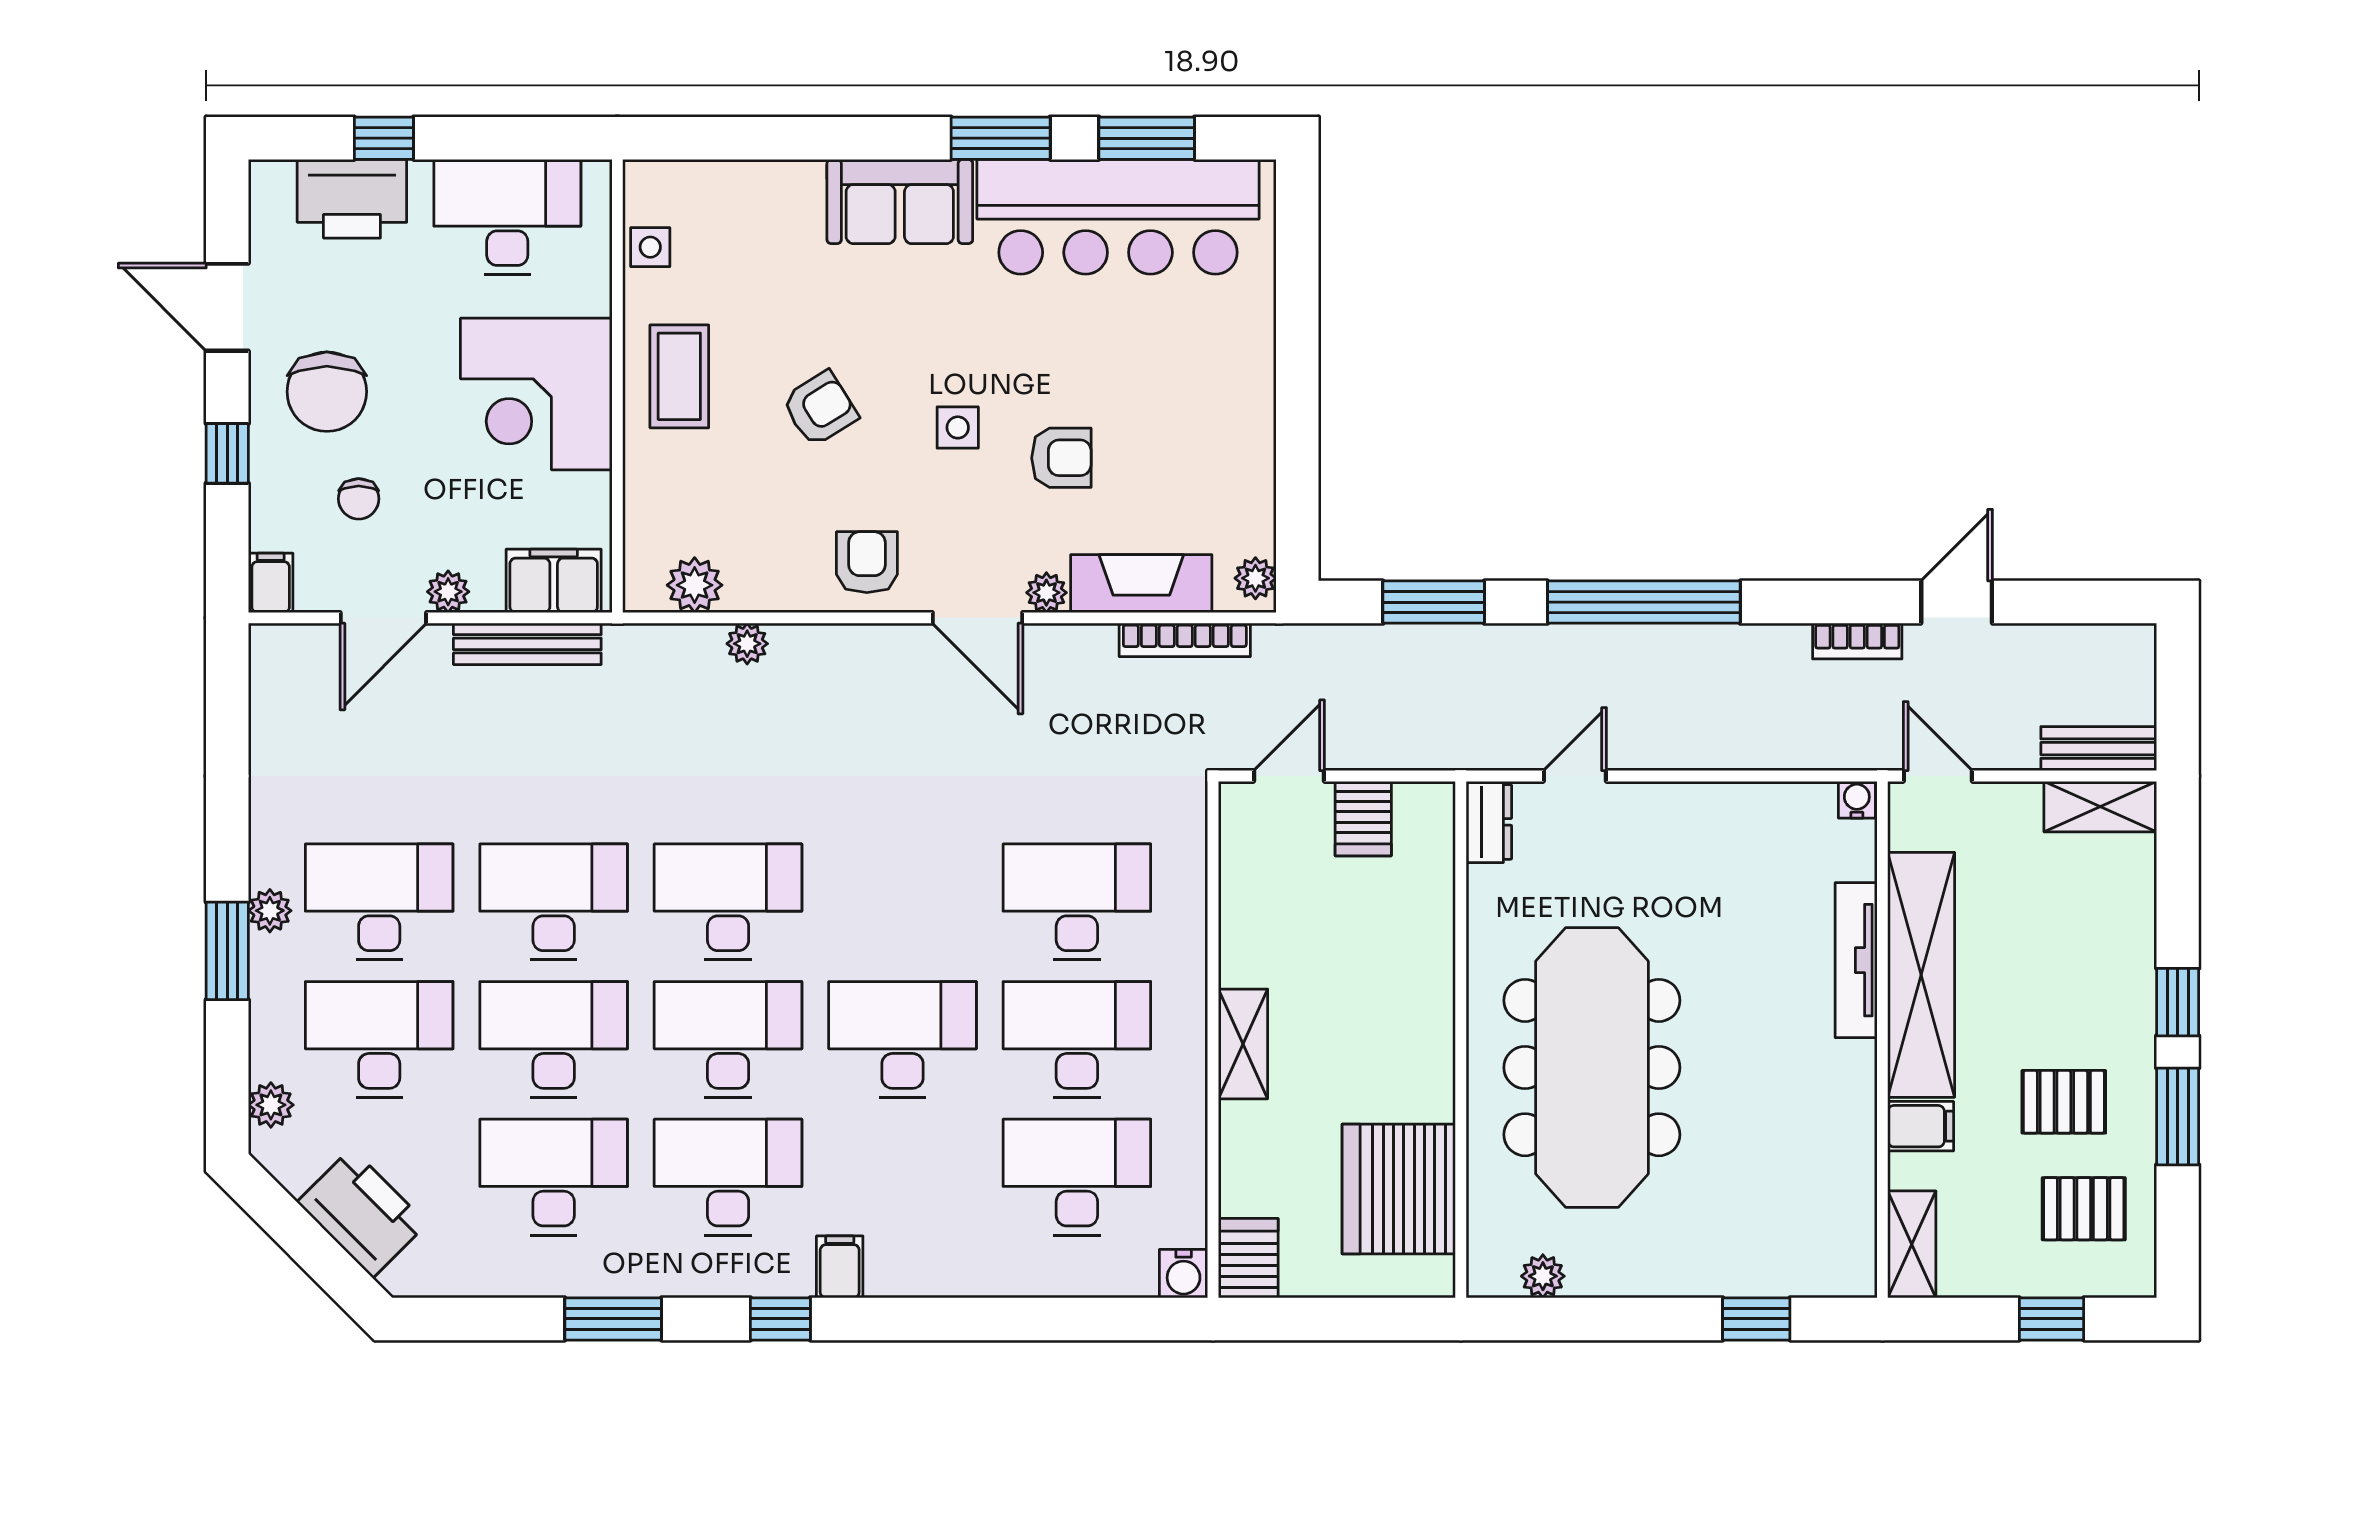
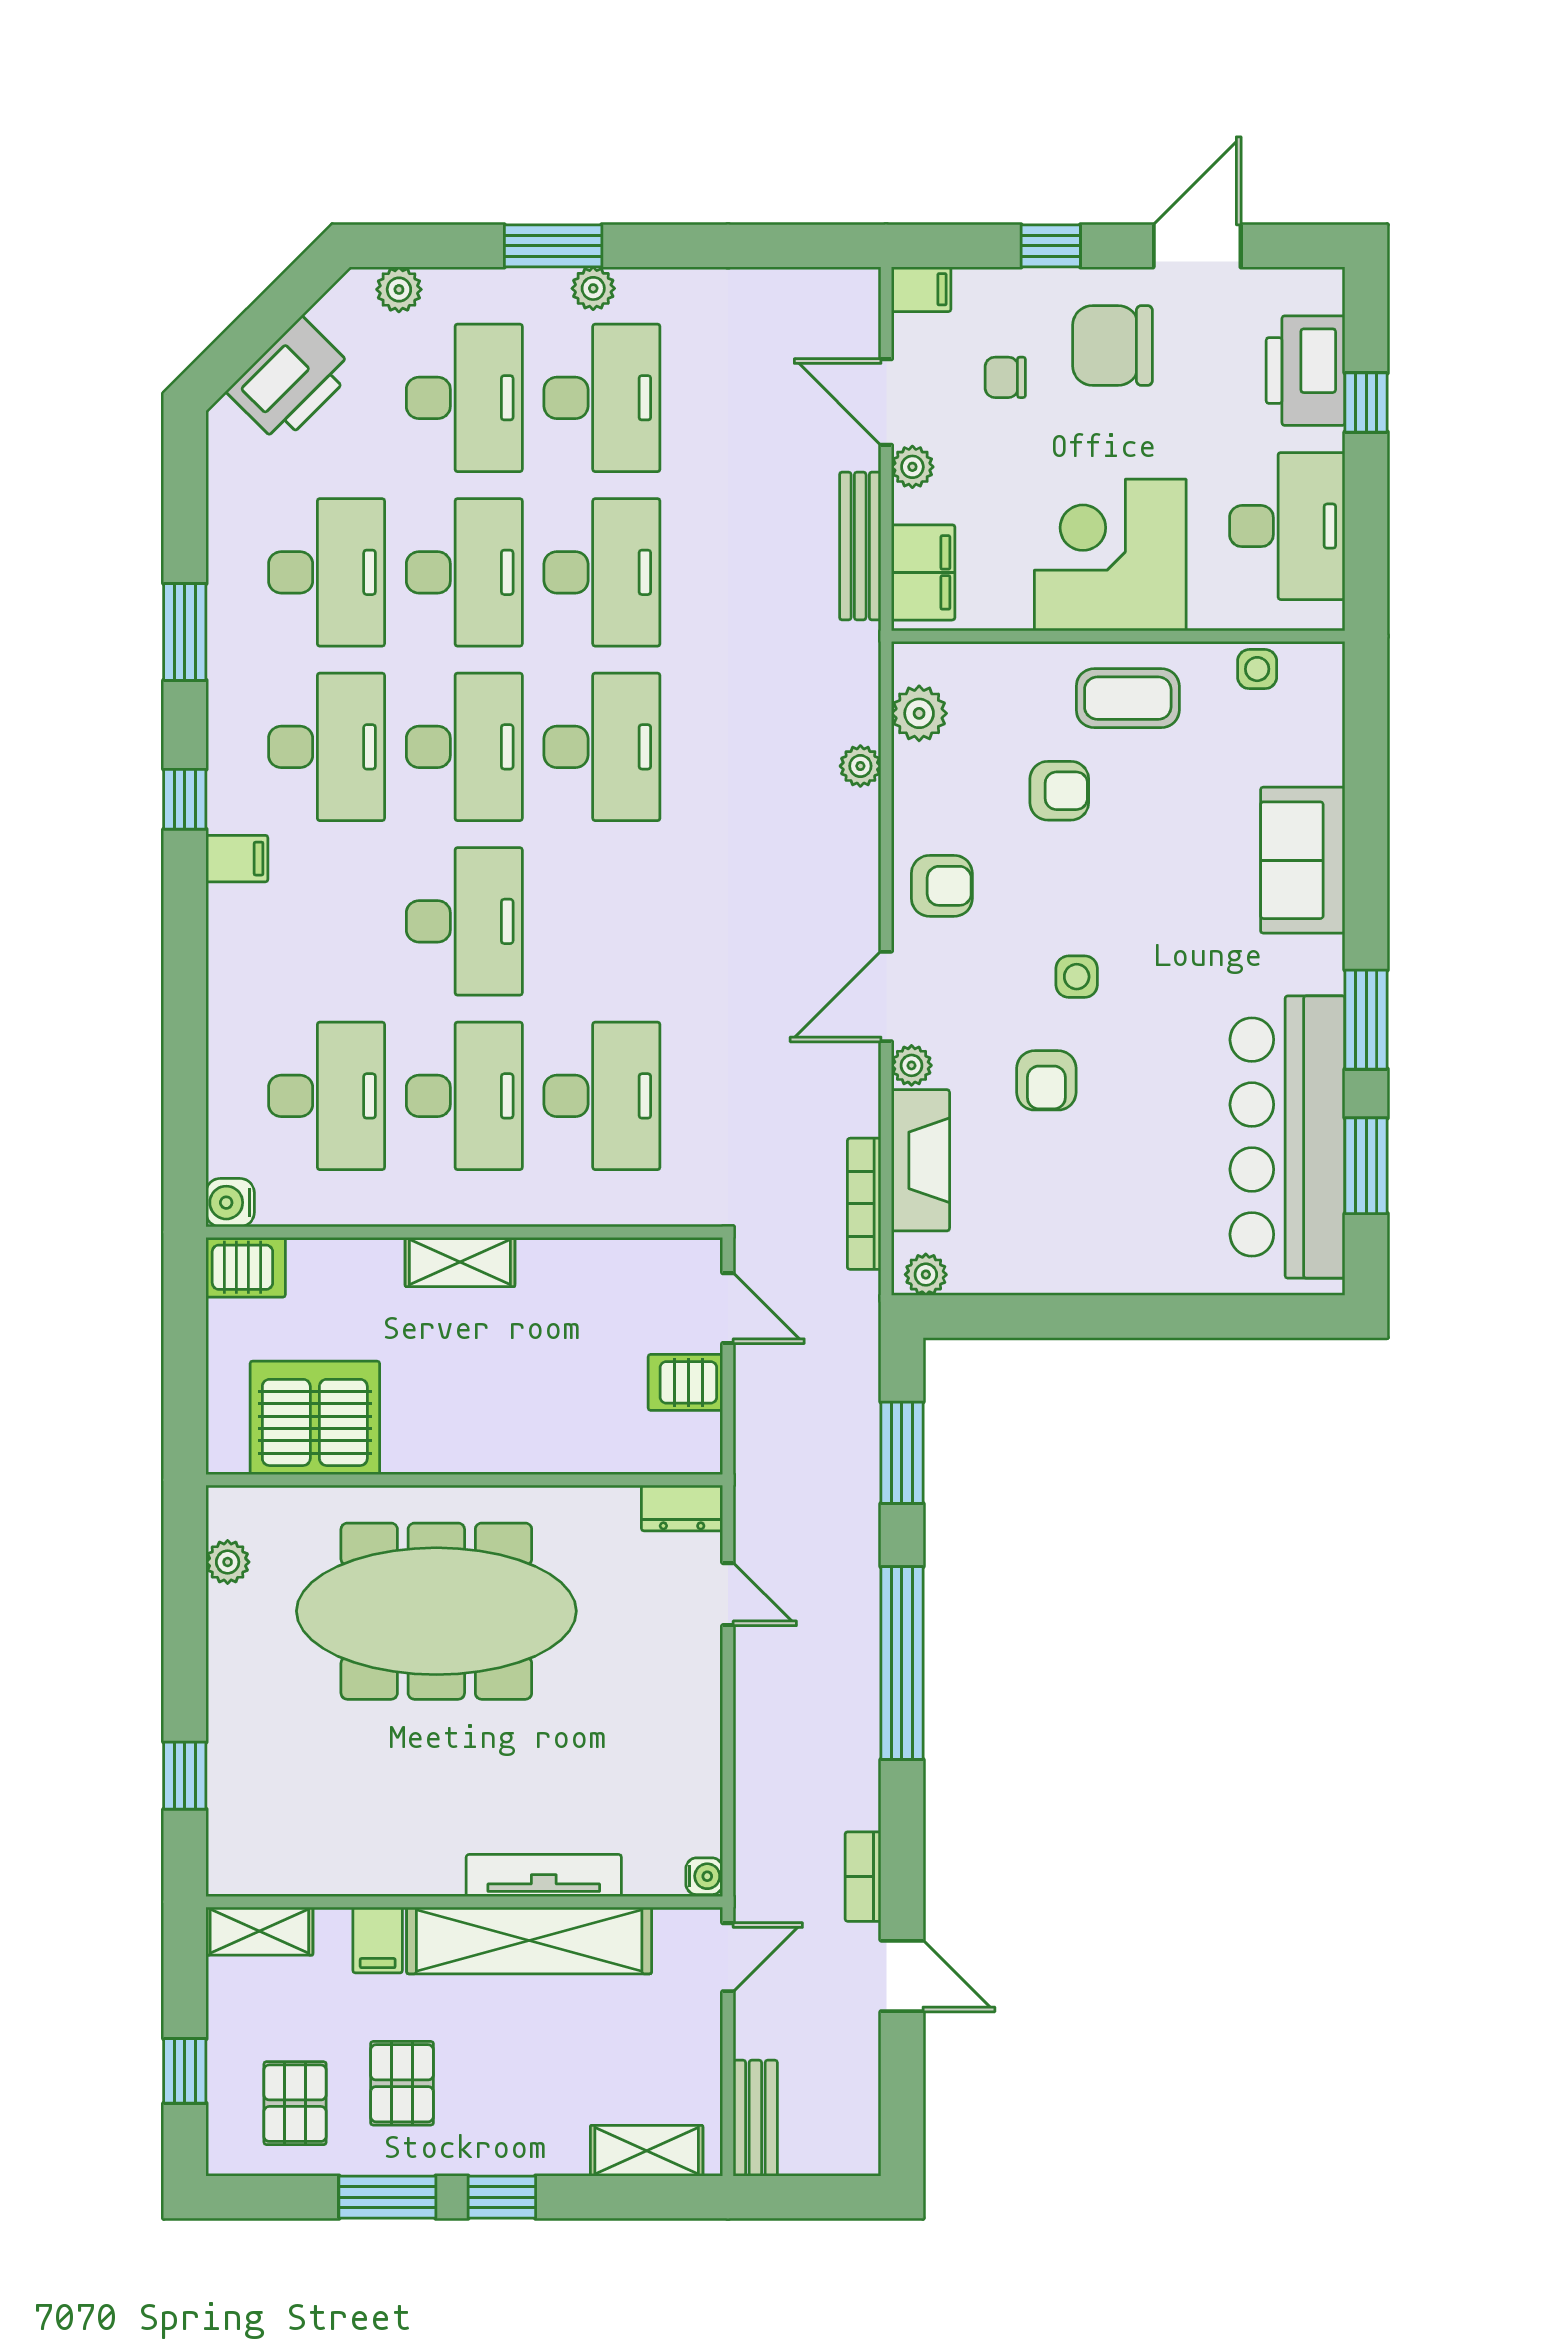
sofa: (900, 201) -> (1303, 860), moved
armchair: (820, 409) -> (1059, 791), moved, turned -58
shelving: (2100, 807) -> (647, 2151), moved, turned 90

